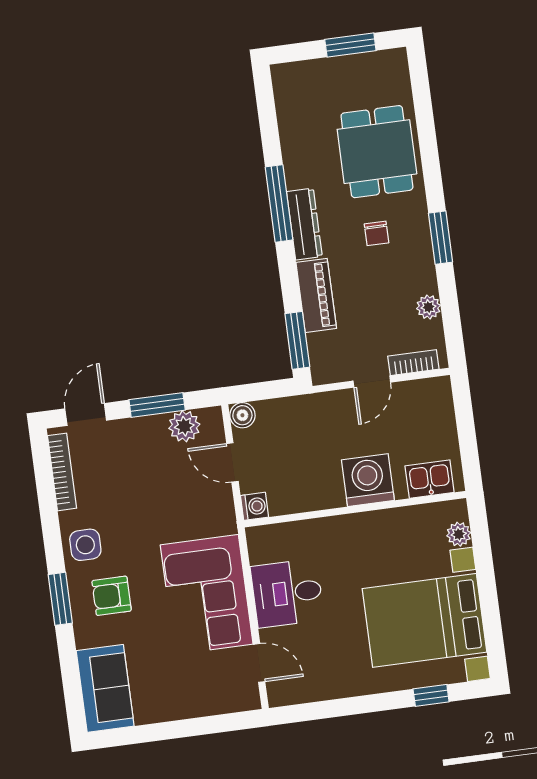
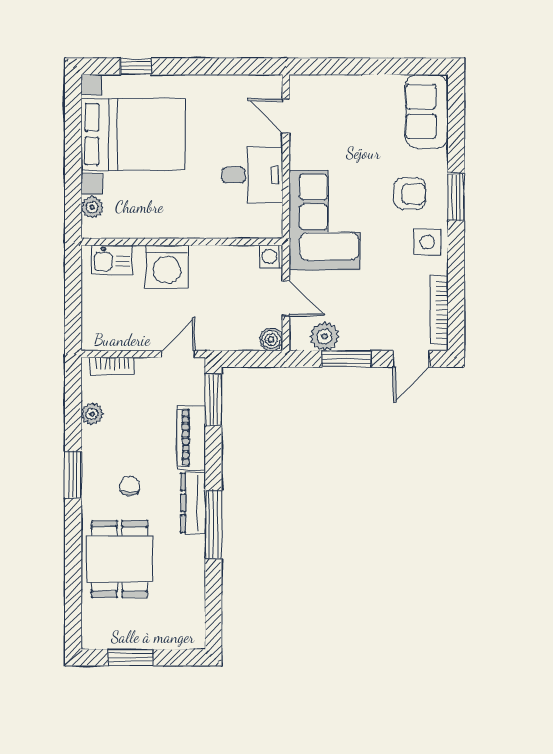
door: (372, 382) -> (178, 354), moved
corner sofa: (207, 594) -> (325, 220), moved

